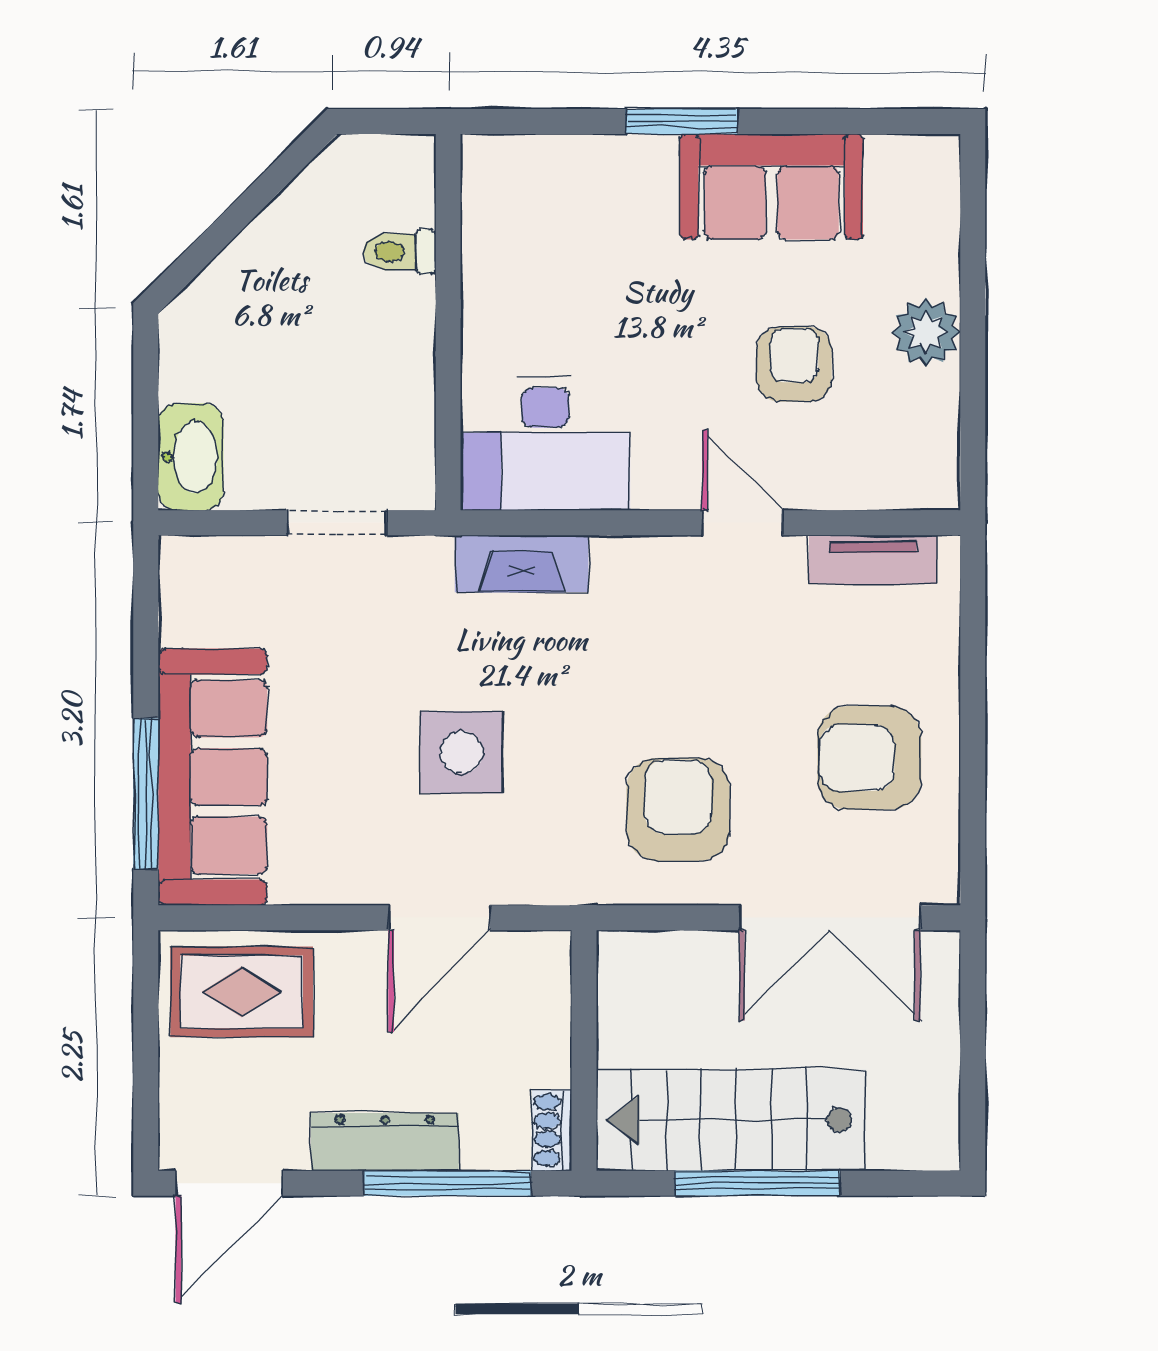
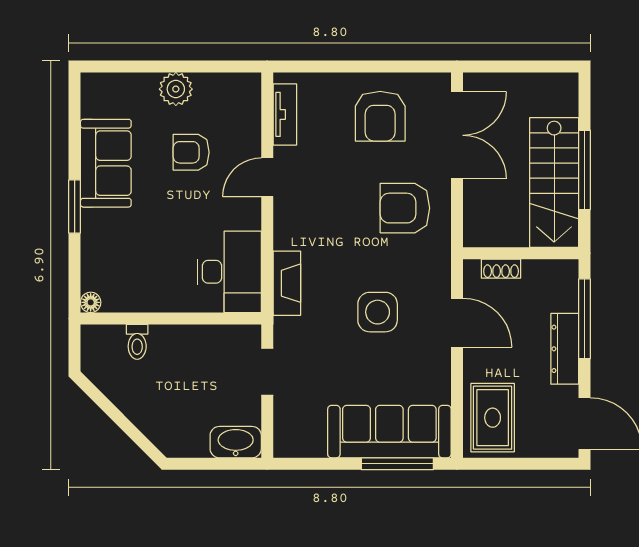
floor lamp: (482, 155) -> (91, 302), added
shoe rack: (552, 1130) -> (501, 269), moved

